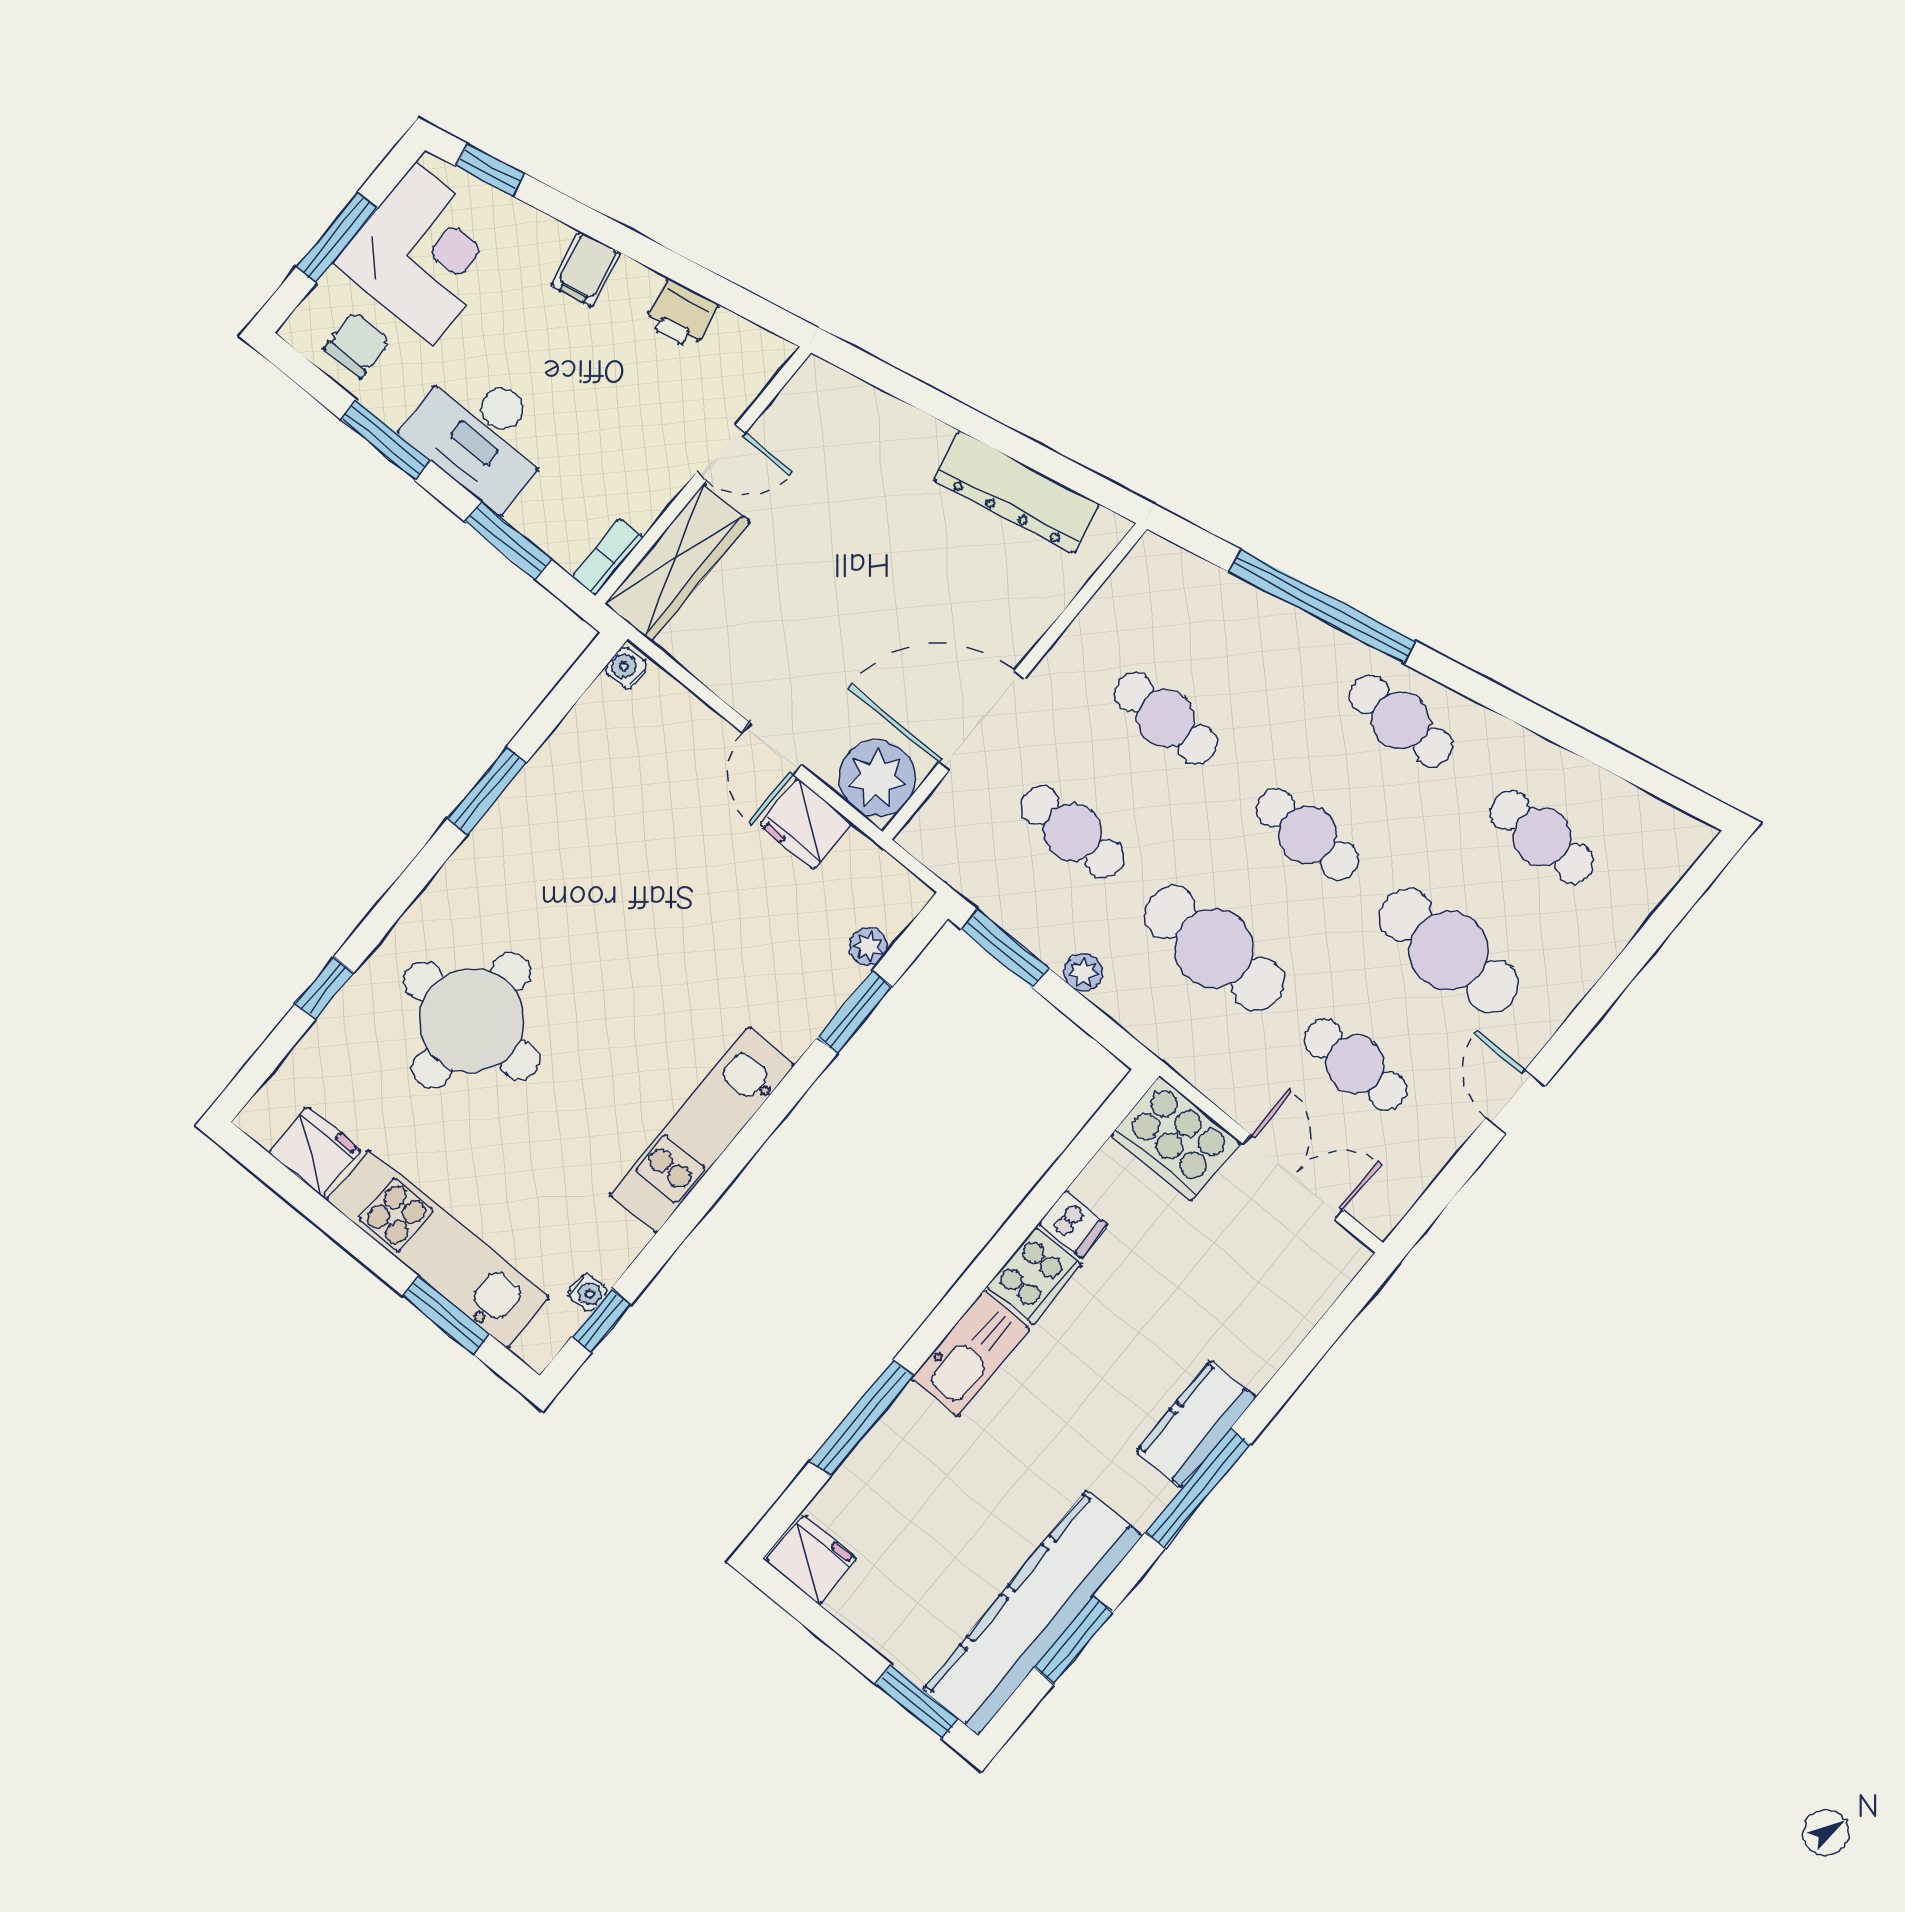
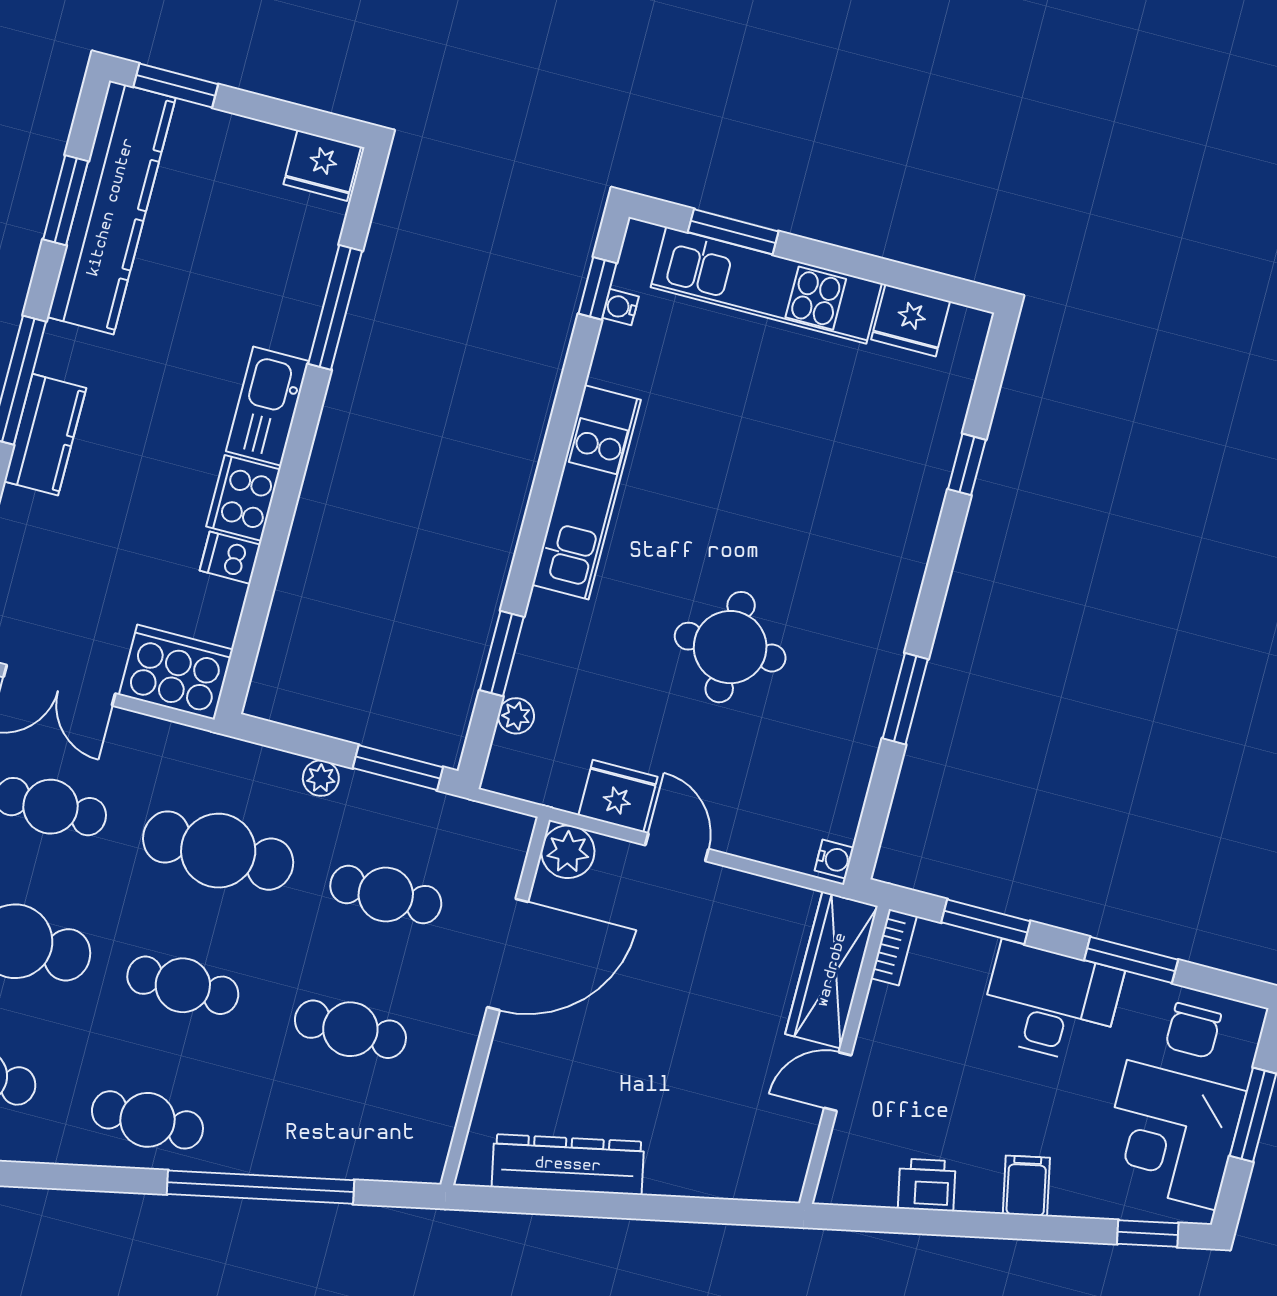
plant: (877, 778) -> (568, 852), width x0.73, depth x0.73
round table: (471, 1020) -> (730, 647), moved, width x0.73, depth x0.73

